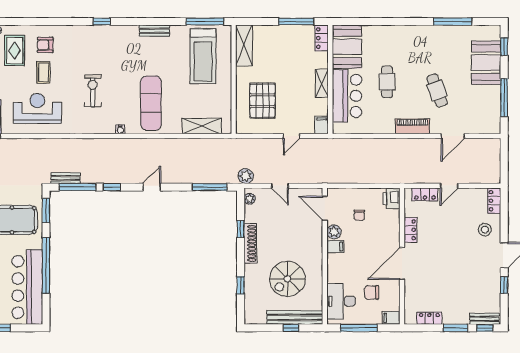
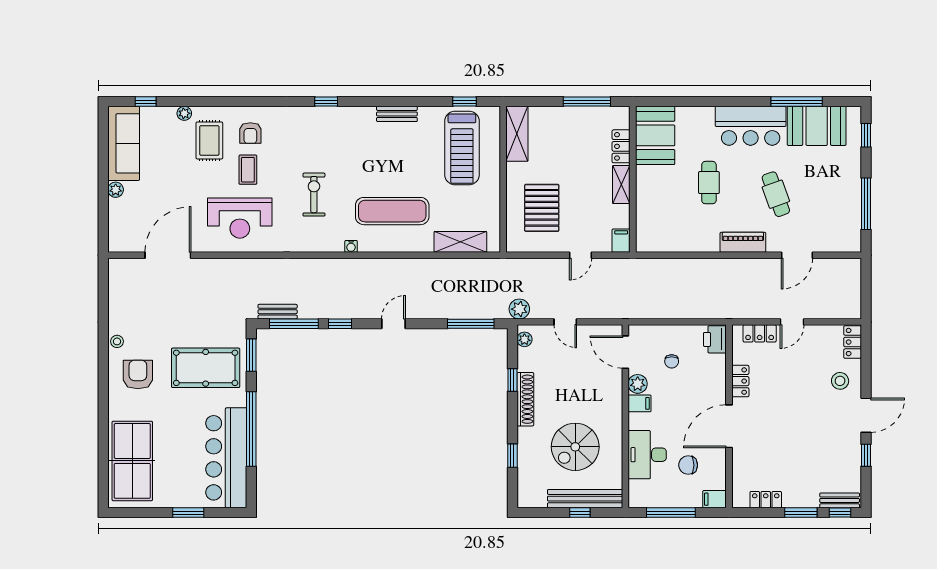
window: (205, 21) -> (464, 102), width x0.46
locker: (322, 38) -> (621, 146), moved
armchair: (45, 45) -> (250, 133), turned -90
booth: (486, 63) -> (817, 126), moved, turned 90
bar counter: (347, 96) -> (751, 126), moved, turned 90
exercise mat: (151, 103) -> (392, 211), turned 90
reception desk: (37, 108) -> (240, 218), turned 180
desk: (341, 301) -> (647, 455), moved

